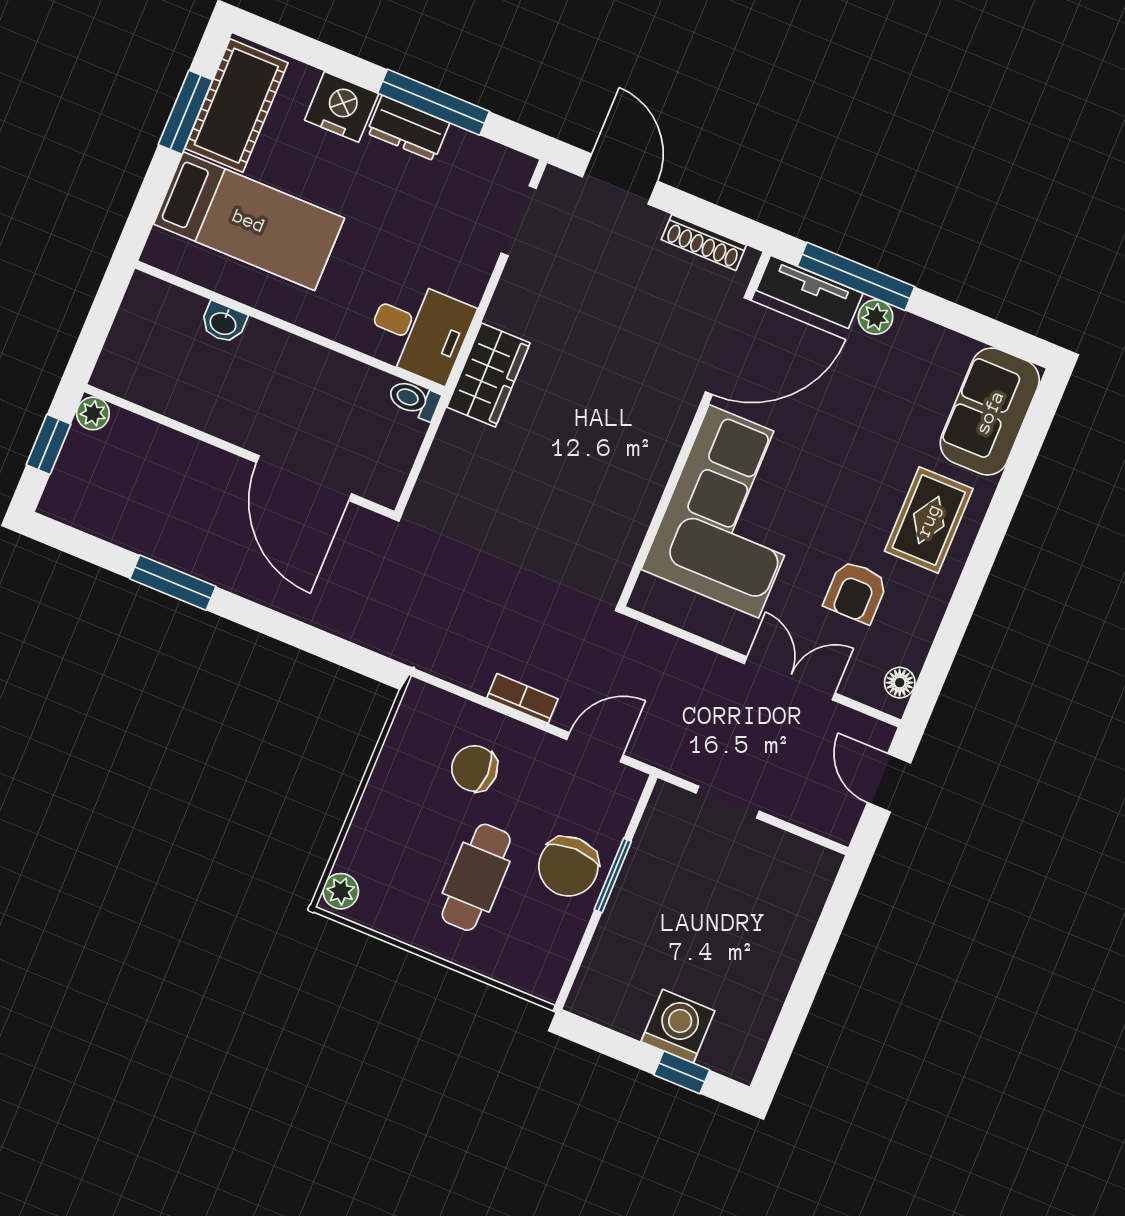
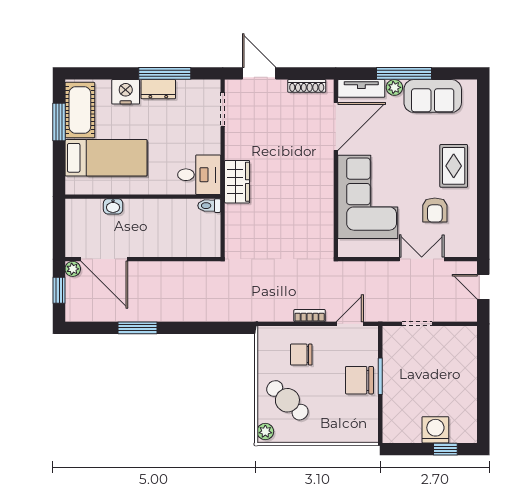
window: (856, 276) -> (404, 73), moved
sofa: (990, 412) -> (433, 96), moved, turned -90
door: (304, 478) -> (104, 259), moved
floor lamp: (900, 683) -> (470, 241), removed
chair: (568, 866) -> (359, 380), turned 90
cafe table: (476, 877) -> (287, 400), moved, turned -47

